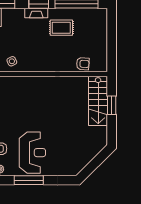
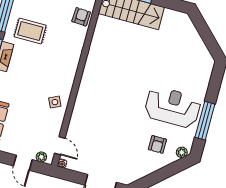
rug: (61, 28) -> (30, 31), turned 90

